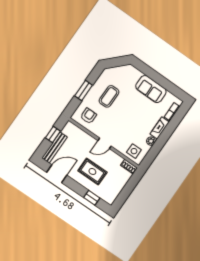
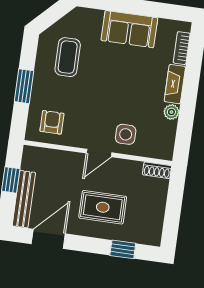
coffee table: (109, 96) -> (68, 57), moved
side table: (134, 151) -> (126, 134), moved

